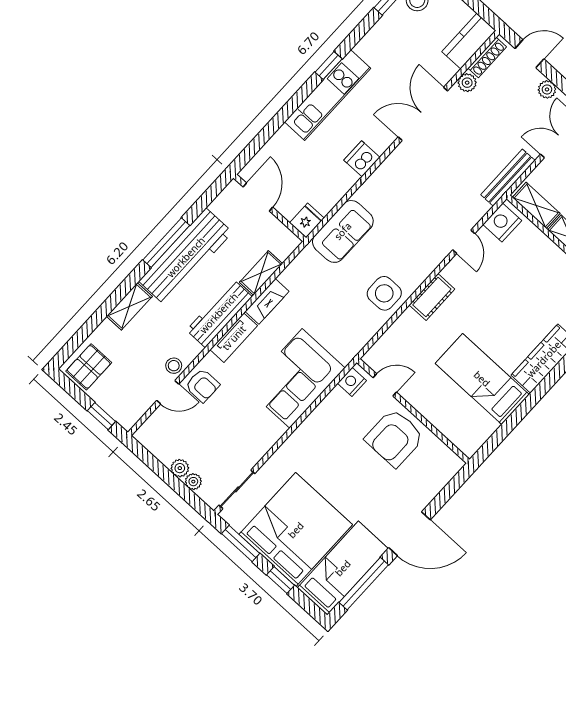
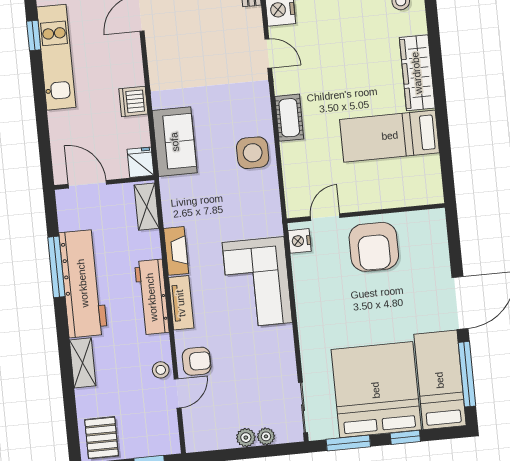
dishwasher: (362, 159) -> (133, 101), moved
window: (166, 243) -> (56, 267), moved
shelving: (261, 273) -> (147, 207), moved

